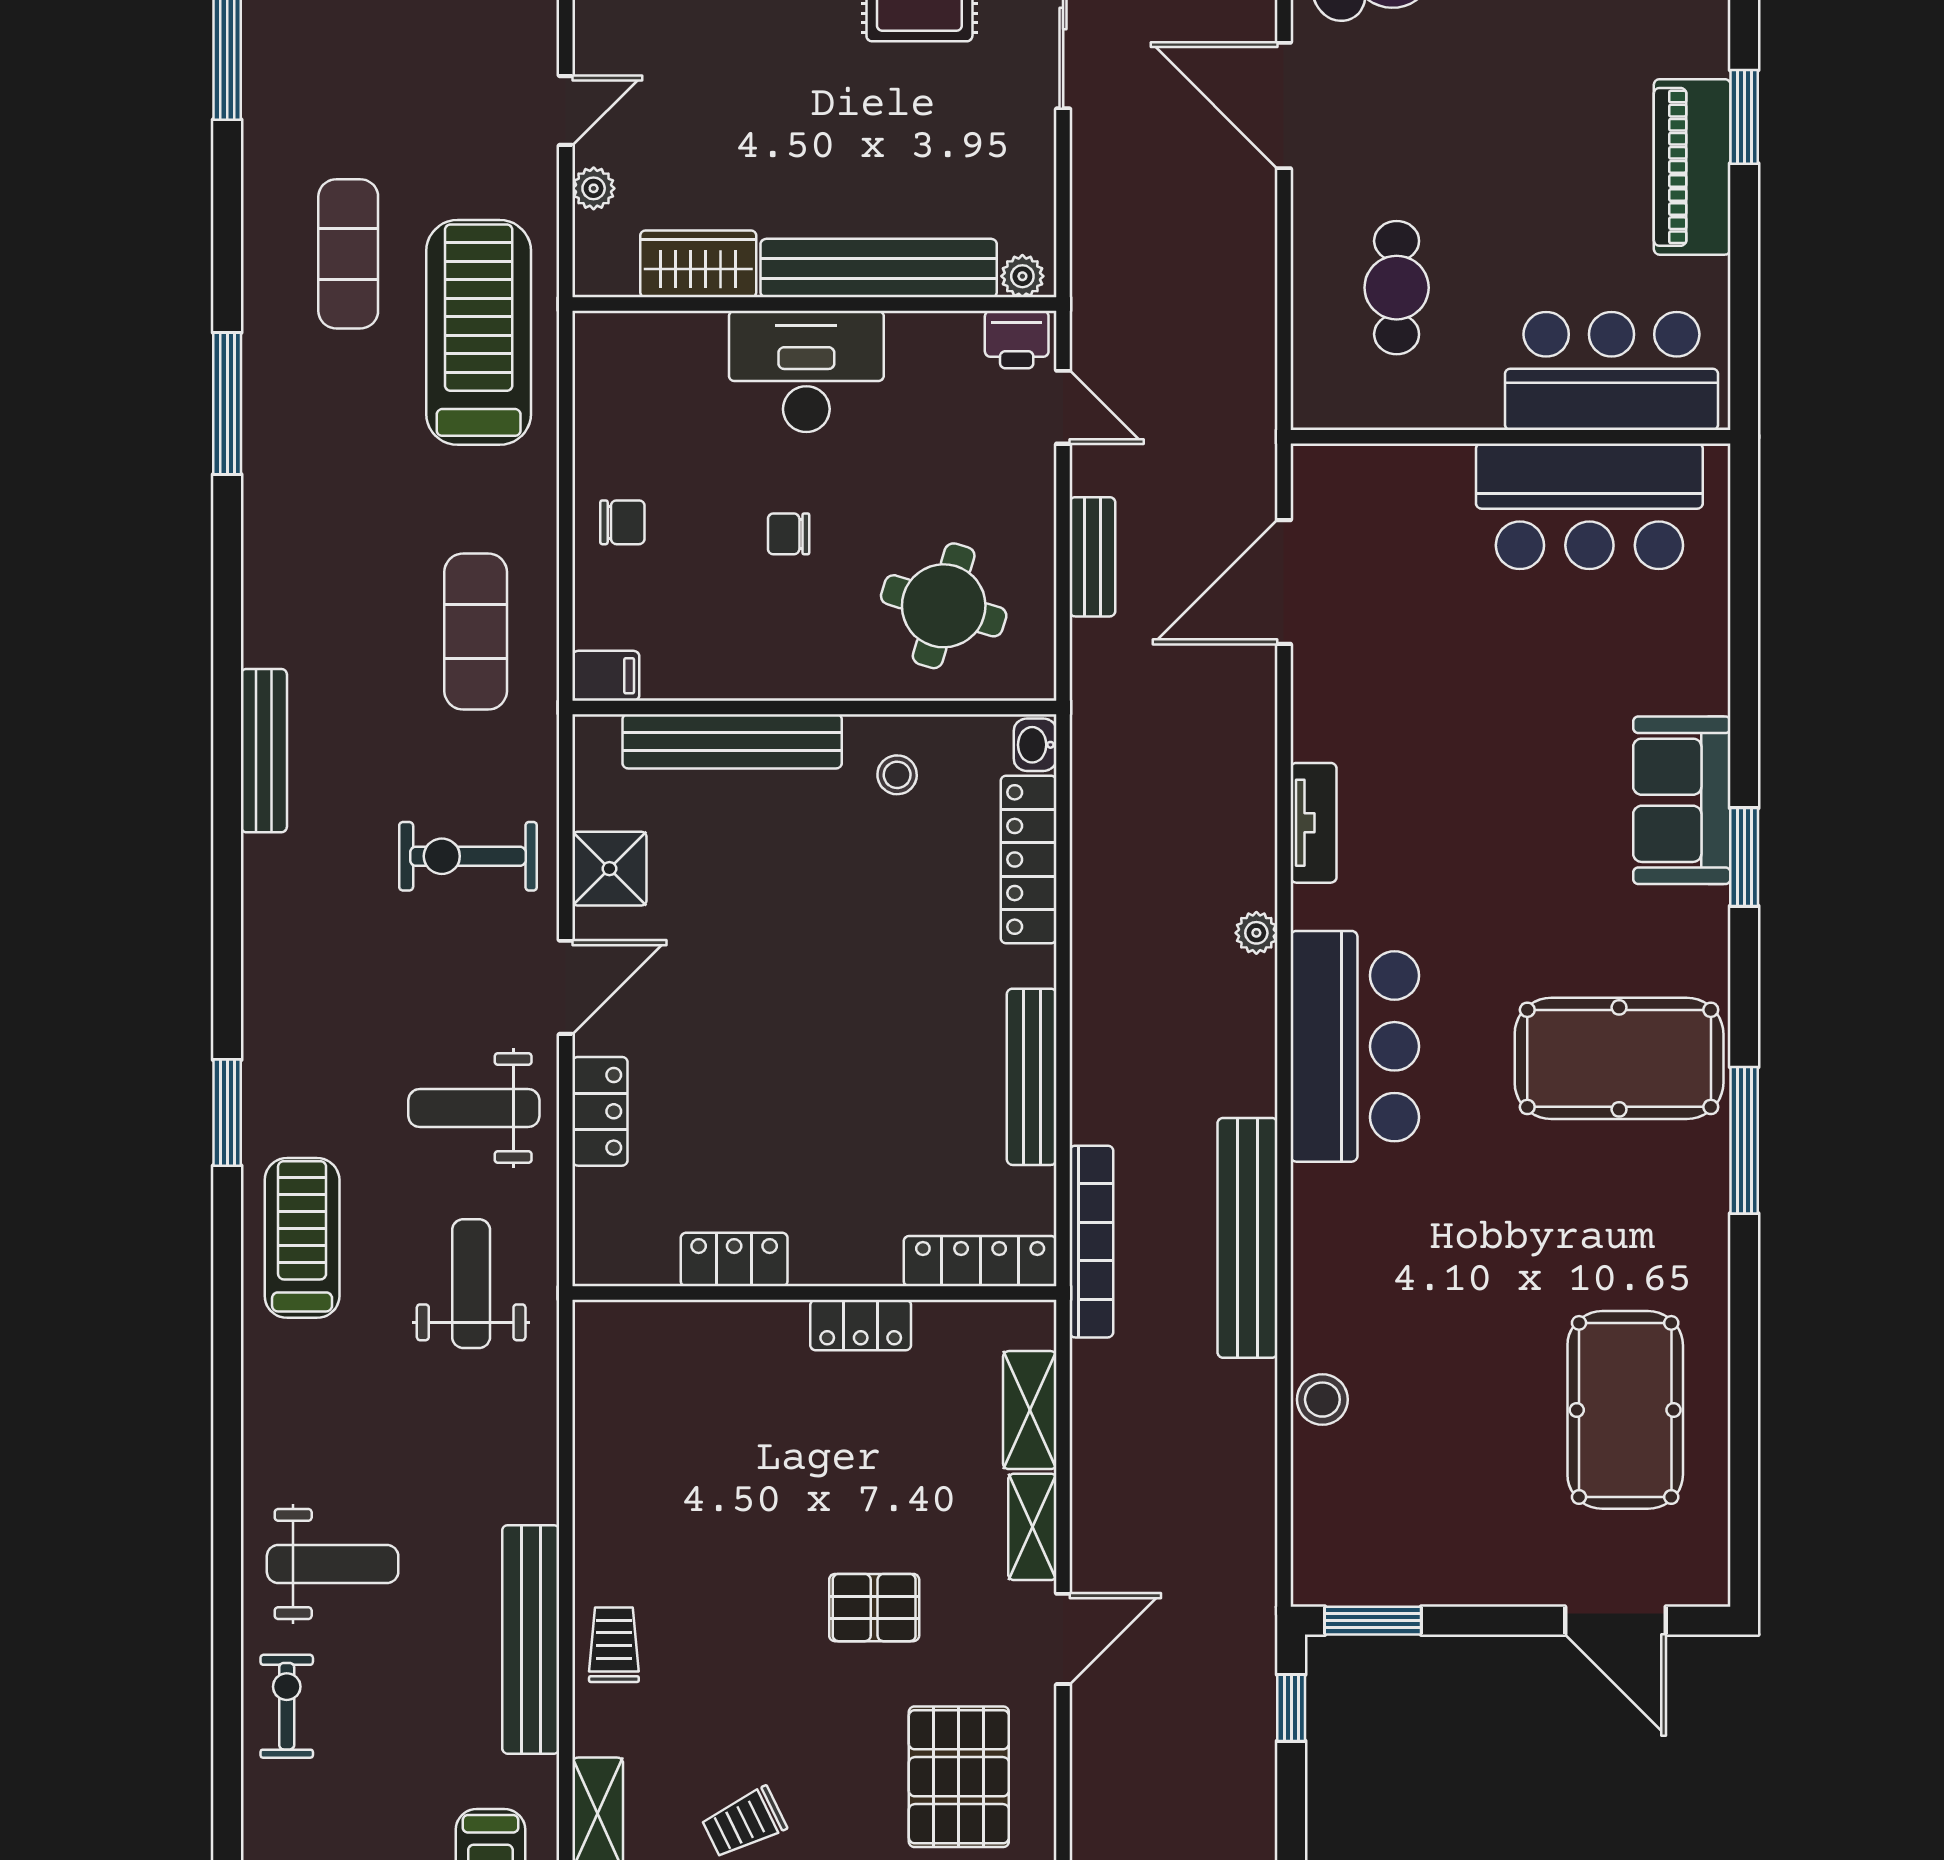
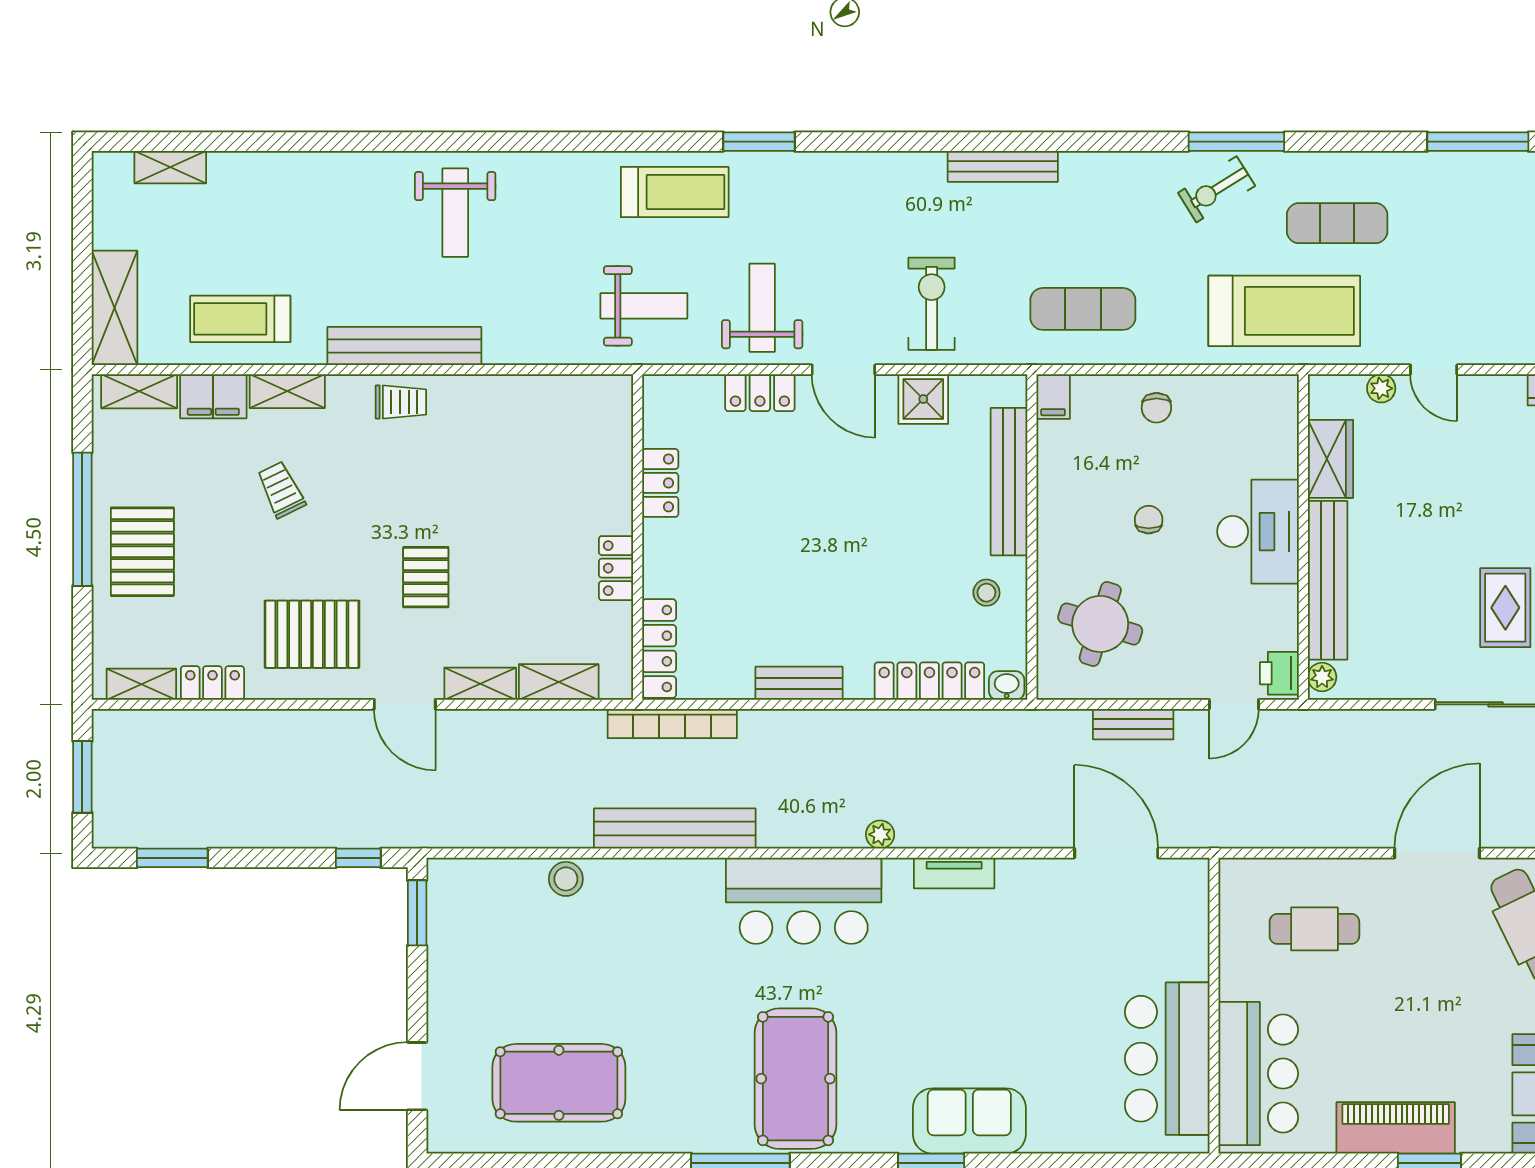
bench: (1032, 1077) -> (799, 683), width x0.73
exercise bike: (287, 1706) -> (1217, 189), moved, turned 148

